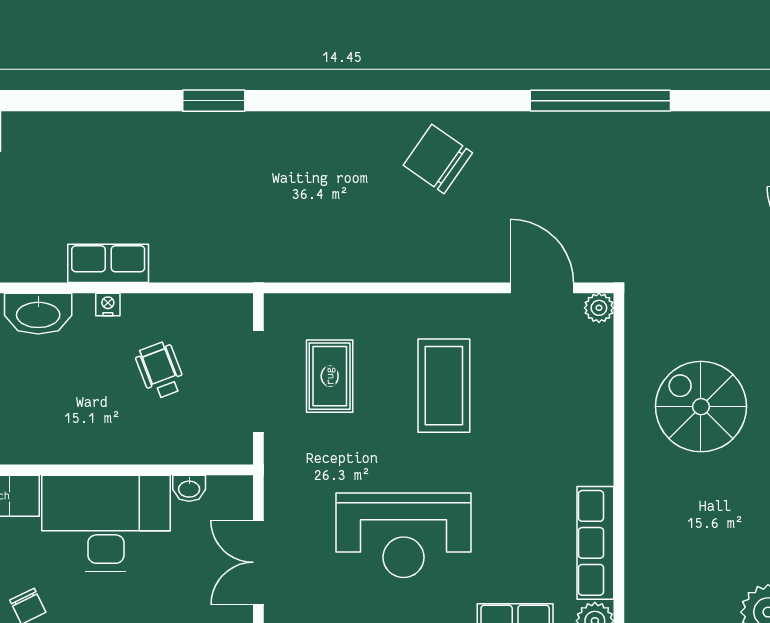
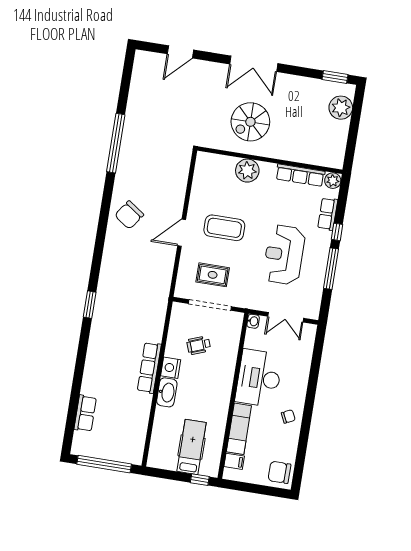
row of seats: (108, 263) -> (149, 368), width x1.48
door: (542, 288) -> (182, 233), moved
nightstand: (108, 304) -> (171, 368), width x1.89, depth x1.79
plant: (599, 308) -> (247, 171), moved, width x1.88, depth x1.88
washbasin: (189, 488) -> (253, 321), moved
reception desk: (404, 535) -> (284, 255), turned 180

